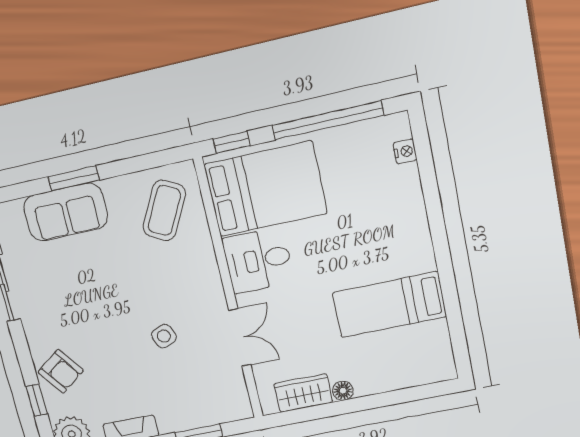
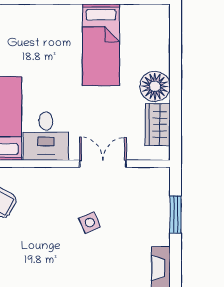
floor lamp: (343, 391) -> (155, 86), width x1.89, depth x1.89

